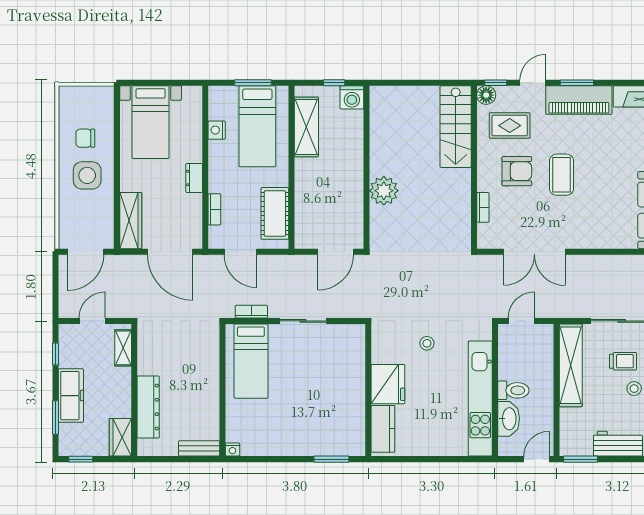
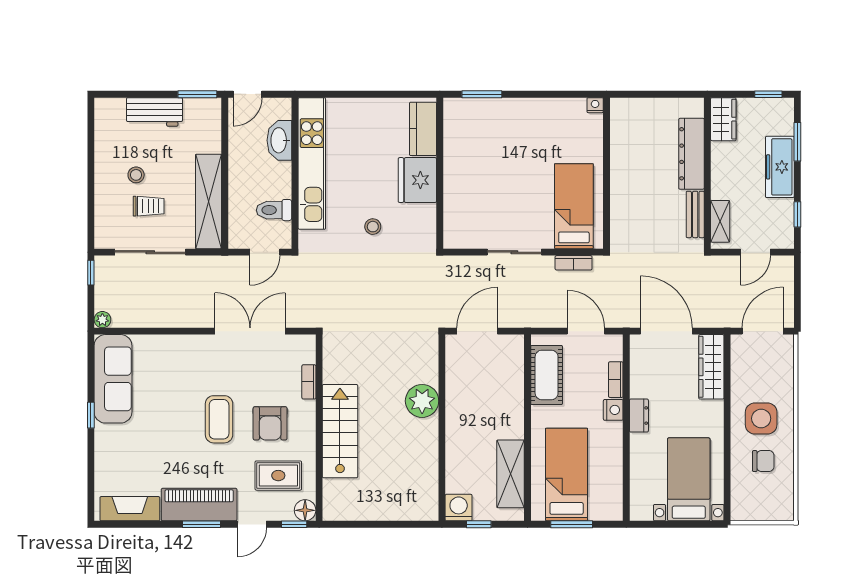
stairs: (456, 127) -> (340, 431), moved
nightstand: (217, 130) -> (613, 410), moved
armchair: (517, 171) -> (270, 423), turned -90
trolley: (623, 361) -> (149, 206), turned 180
toilet: (513, 390) -> (274, 210), moved
bench: (199, 448) -> (695, 214), moved, turned 90

